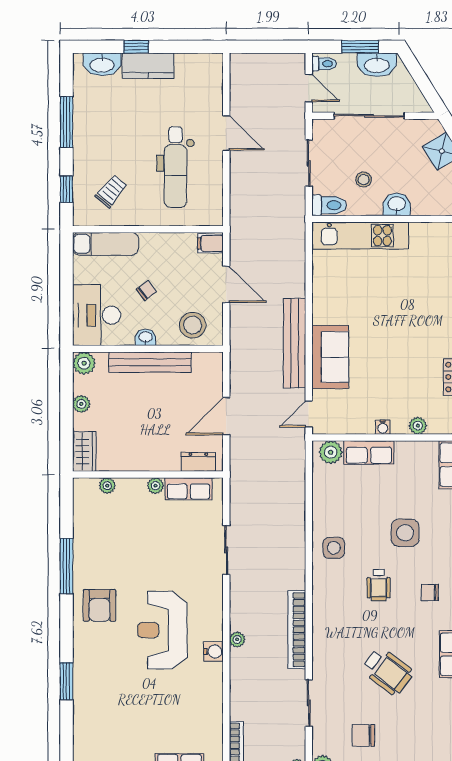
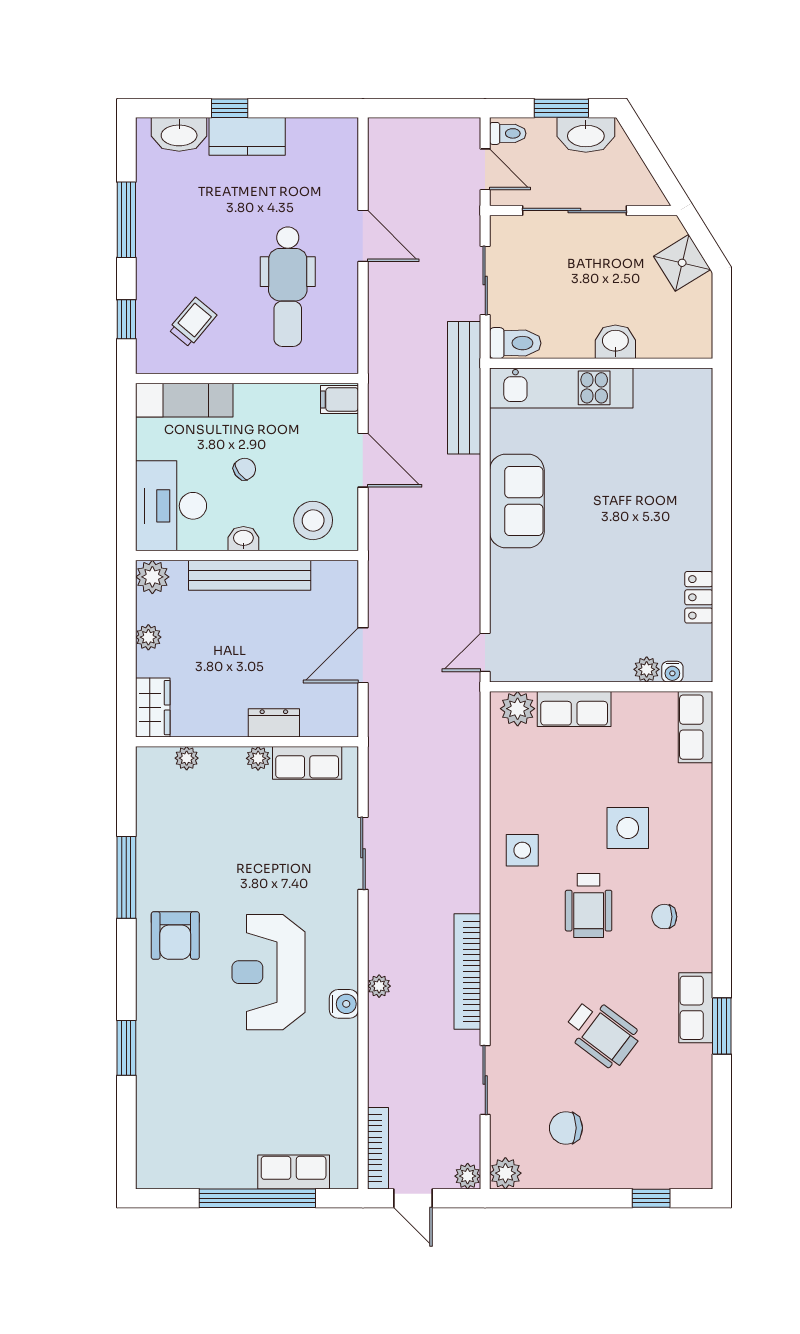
stool: (364, 179) -> (566, 305), removed
bench: (295, 343) -> (464, 388), moved
sofa: (330, 357) -> (517, 501), moved
water cooler: (383, 427) -> (672, 672), moved
dresser: (198, 462) -> (274, 723), moved
wheelchair: (379, 585) -> (589, 905), width x1.36, depth x1.37

